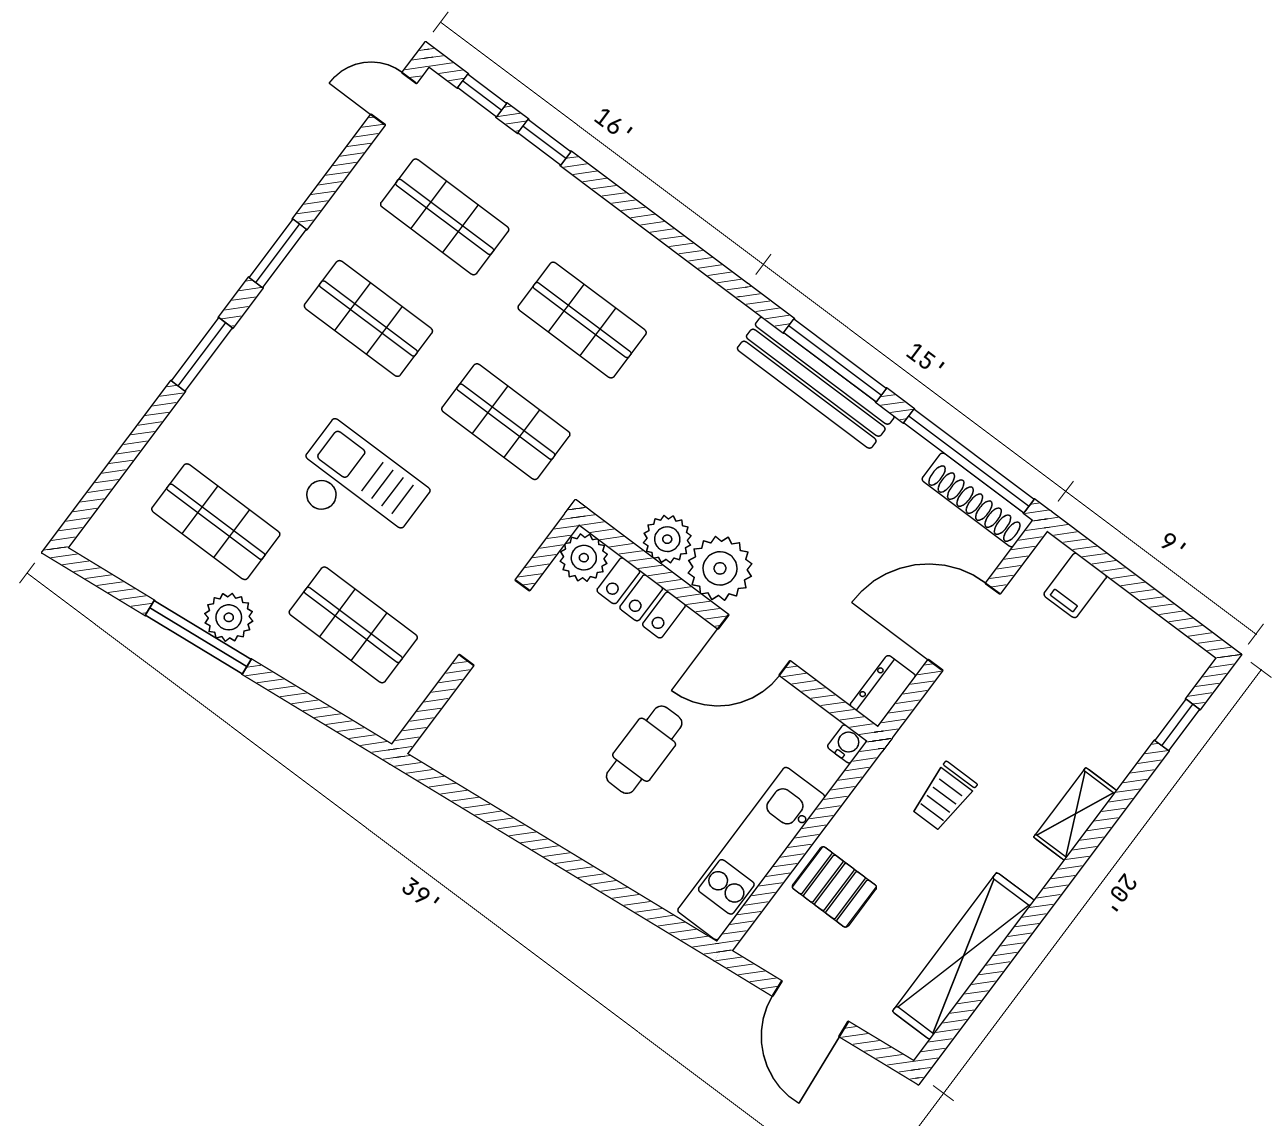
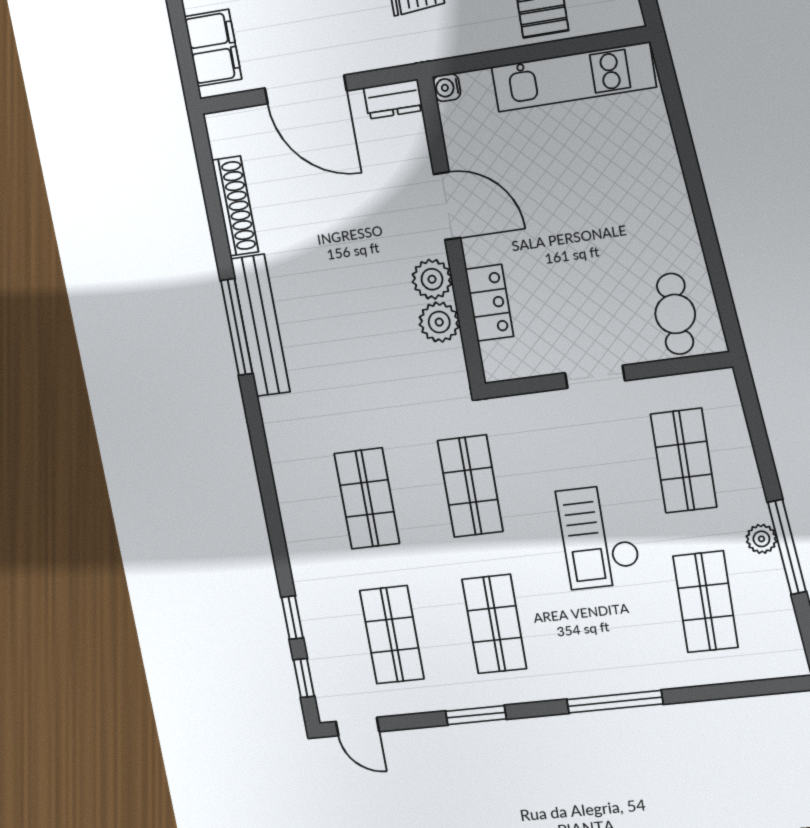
window: (278, 253) -> (476, 715), moved
window: (202, 354) -> (615, 702), width x1.44
window: (969, 461) -> (210, 188), removed
shoe rack: (977, 500) -> (235, 206), moved
plant: (584, 558) -> (501, 361), removed
plant: (720, 568) -> (432, 279), width x0.73, depth x0.73
filing cabinet: (1075, 585) -> (213, 48), width x2.00
plant: (229, 617) -> (761, 539), width x0.73, depth x0.73
doorway: (494, 623) -> (595, 377), width x0.73
cafe table: (644, 750) -> (675, 314), moved, turned 90

